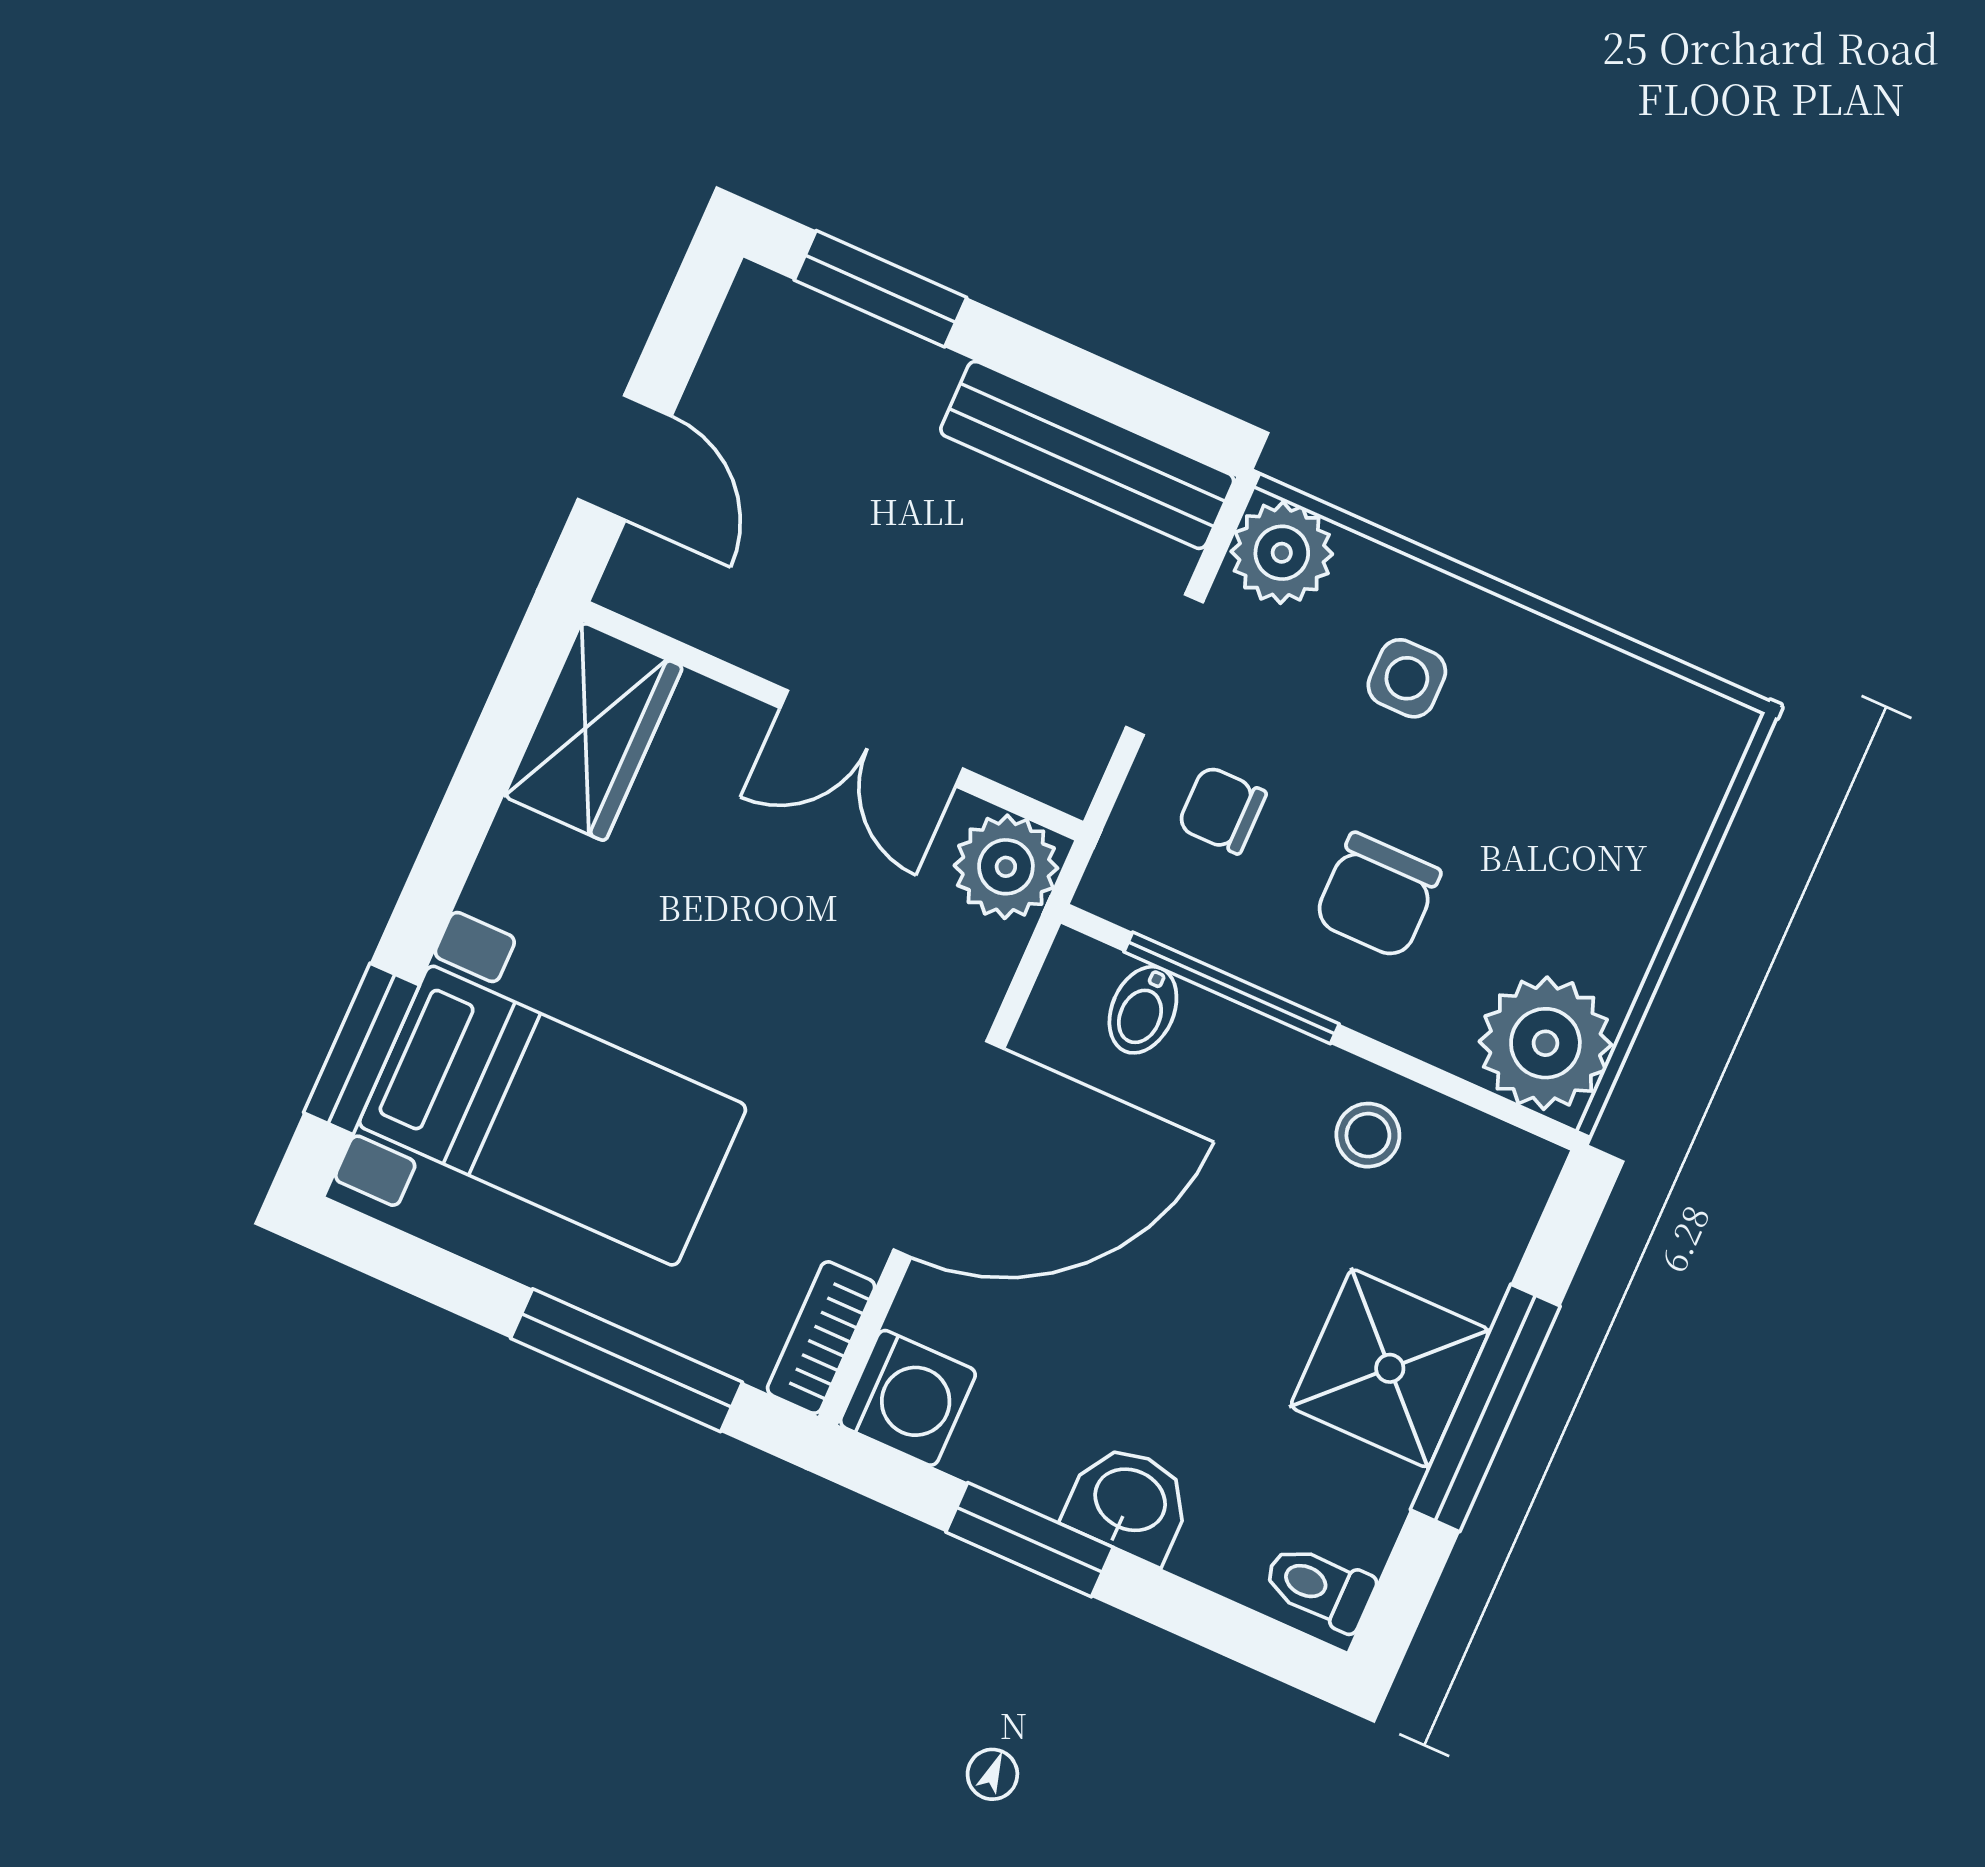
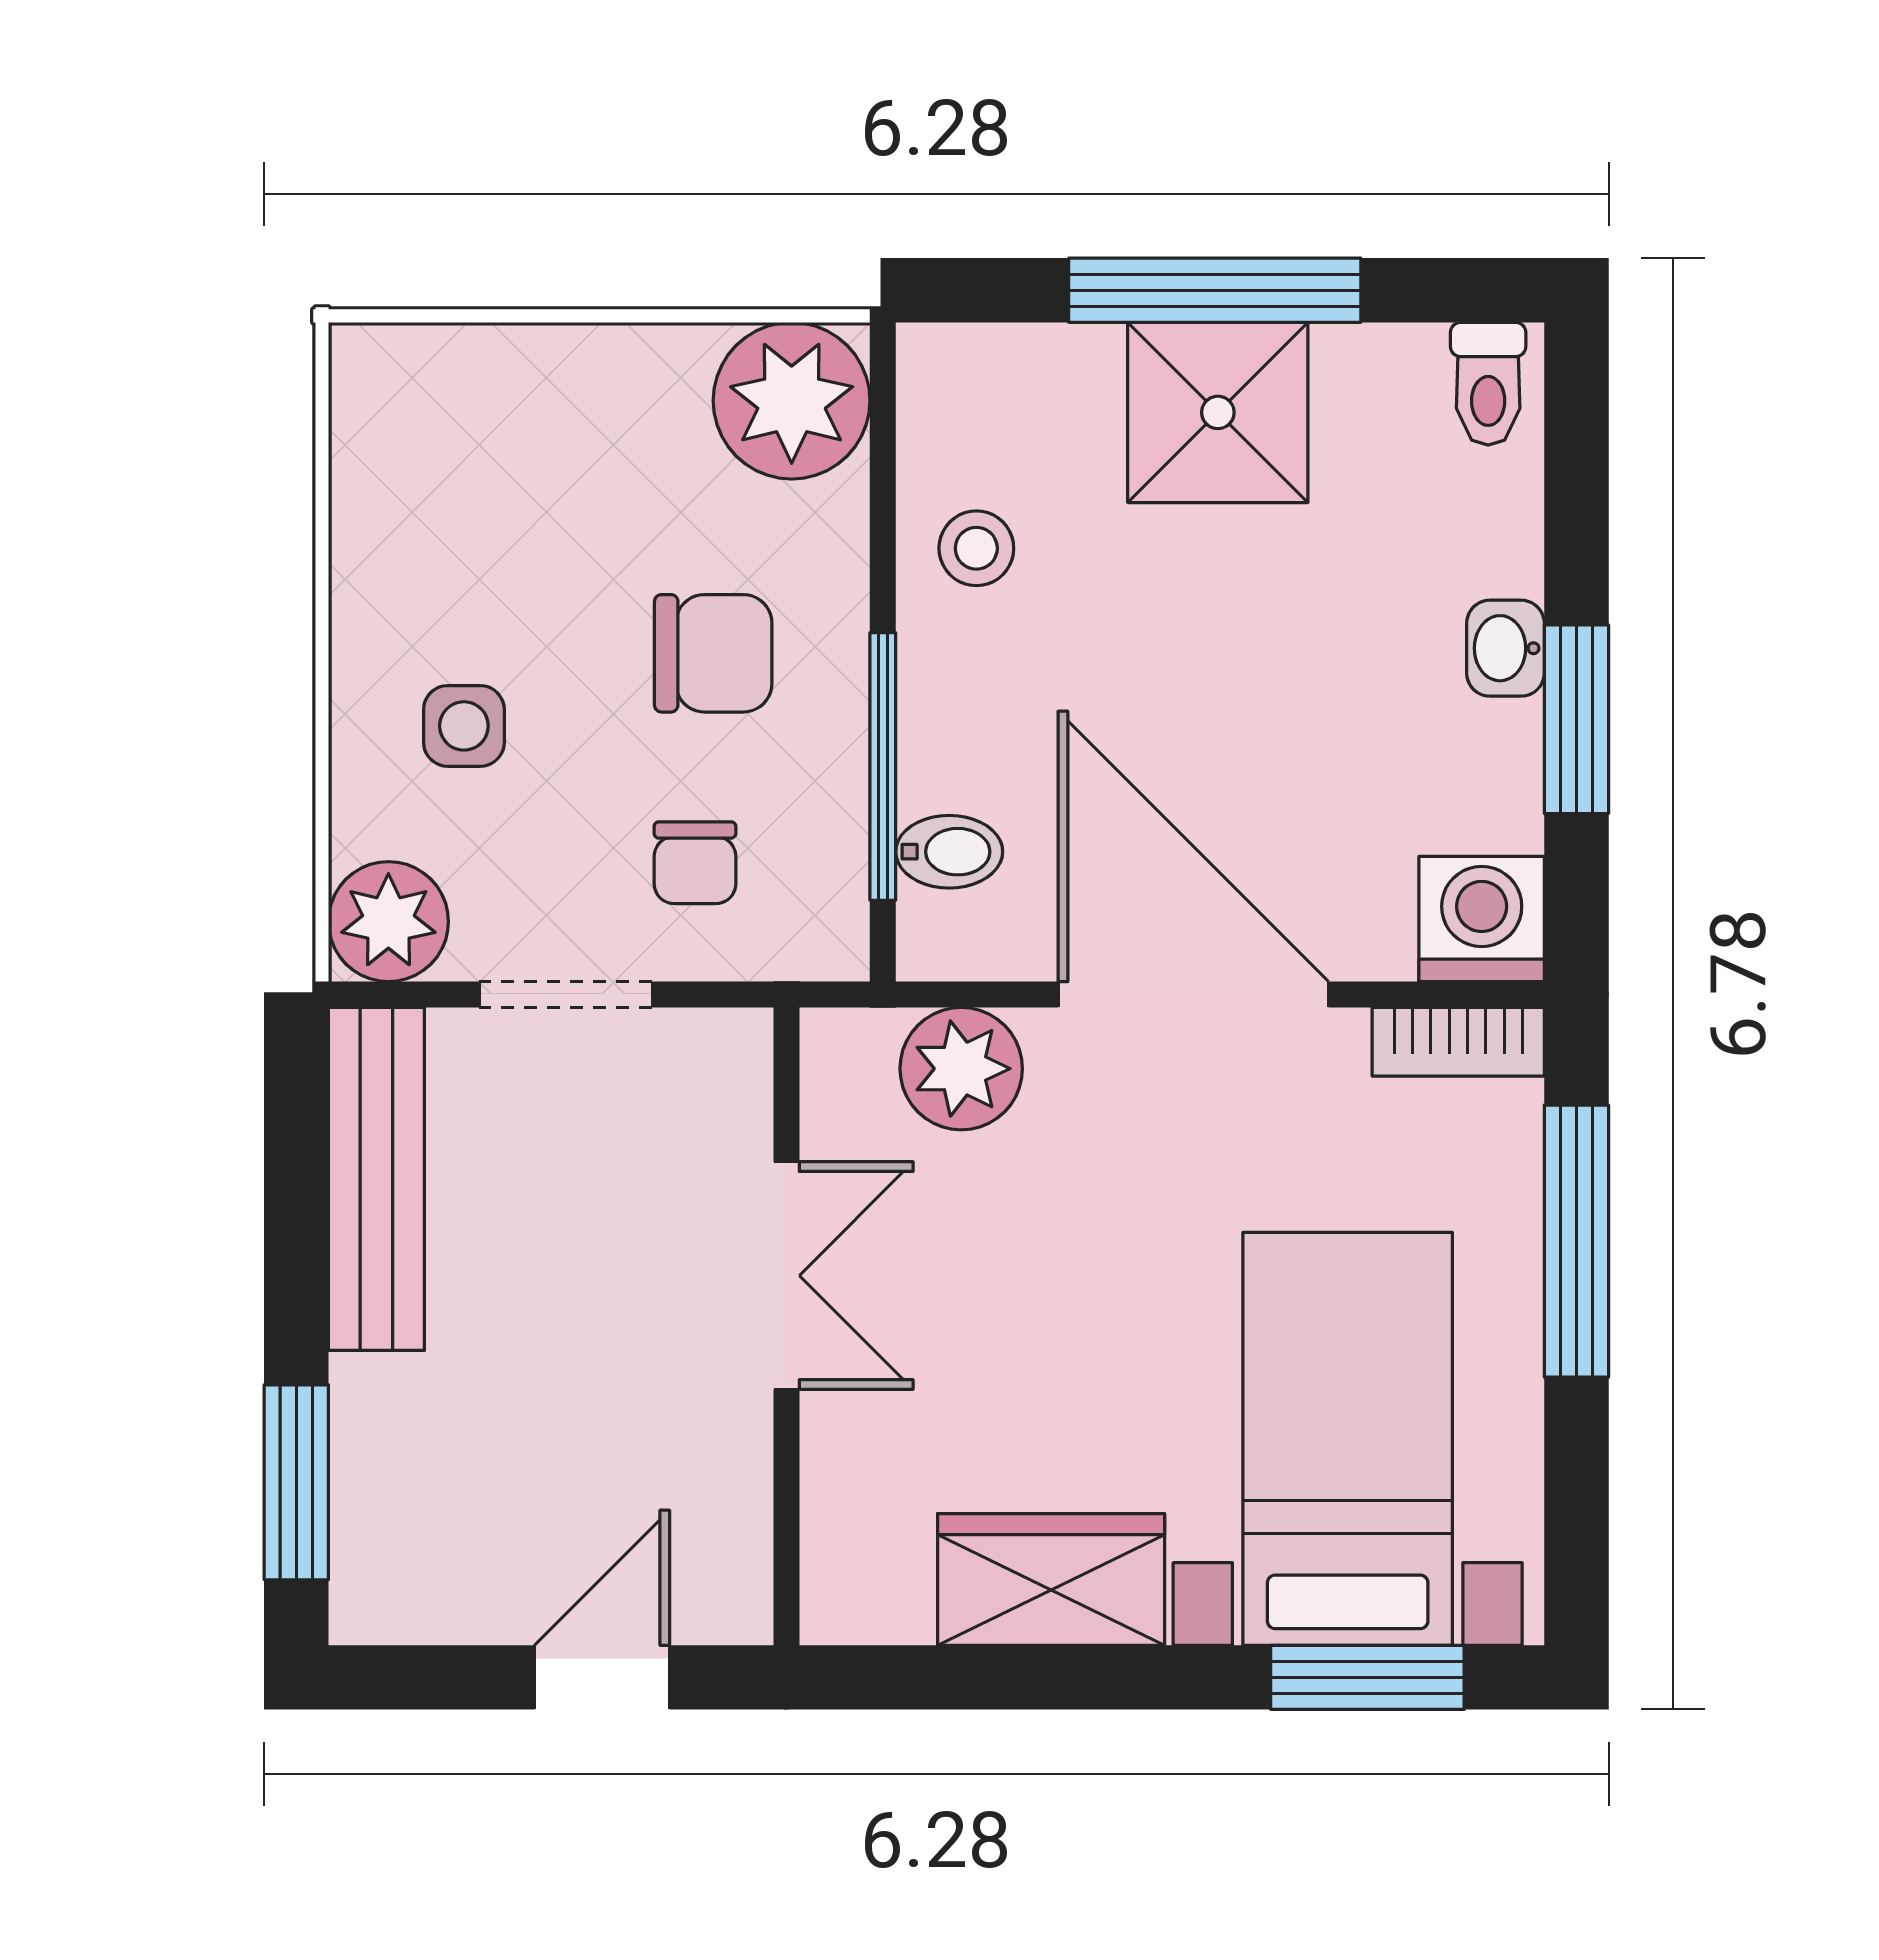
wardrobe: (593, 732) -> (1051, 1579), moved
plant: (1006, 867) -> (961, 1069), moved
washbasin: (1129, 1502) -> (1505, 648), width x0.72, depth x0.69

